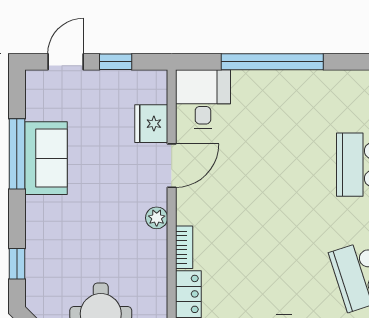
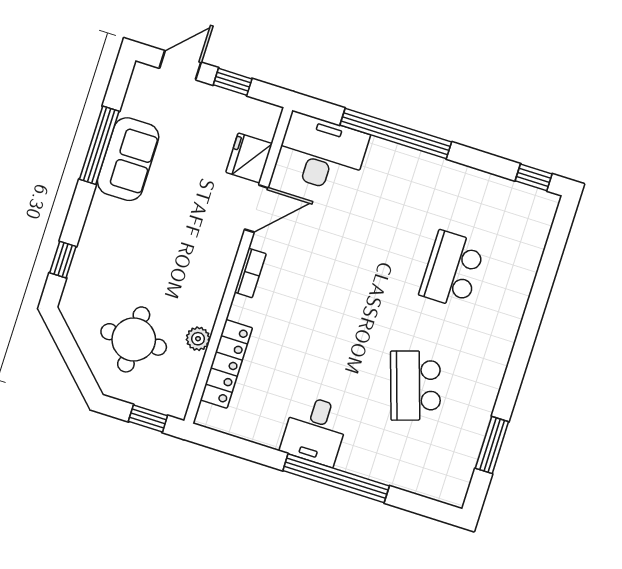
desk: (203, 99) -> (322, 153), width x1.37
plant: (157, 218) -> (198, 339), moved
bookcase: (184, 247) -> (250, 273), moved

